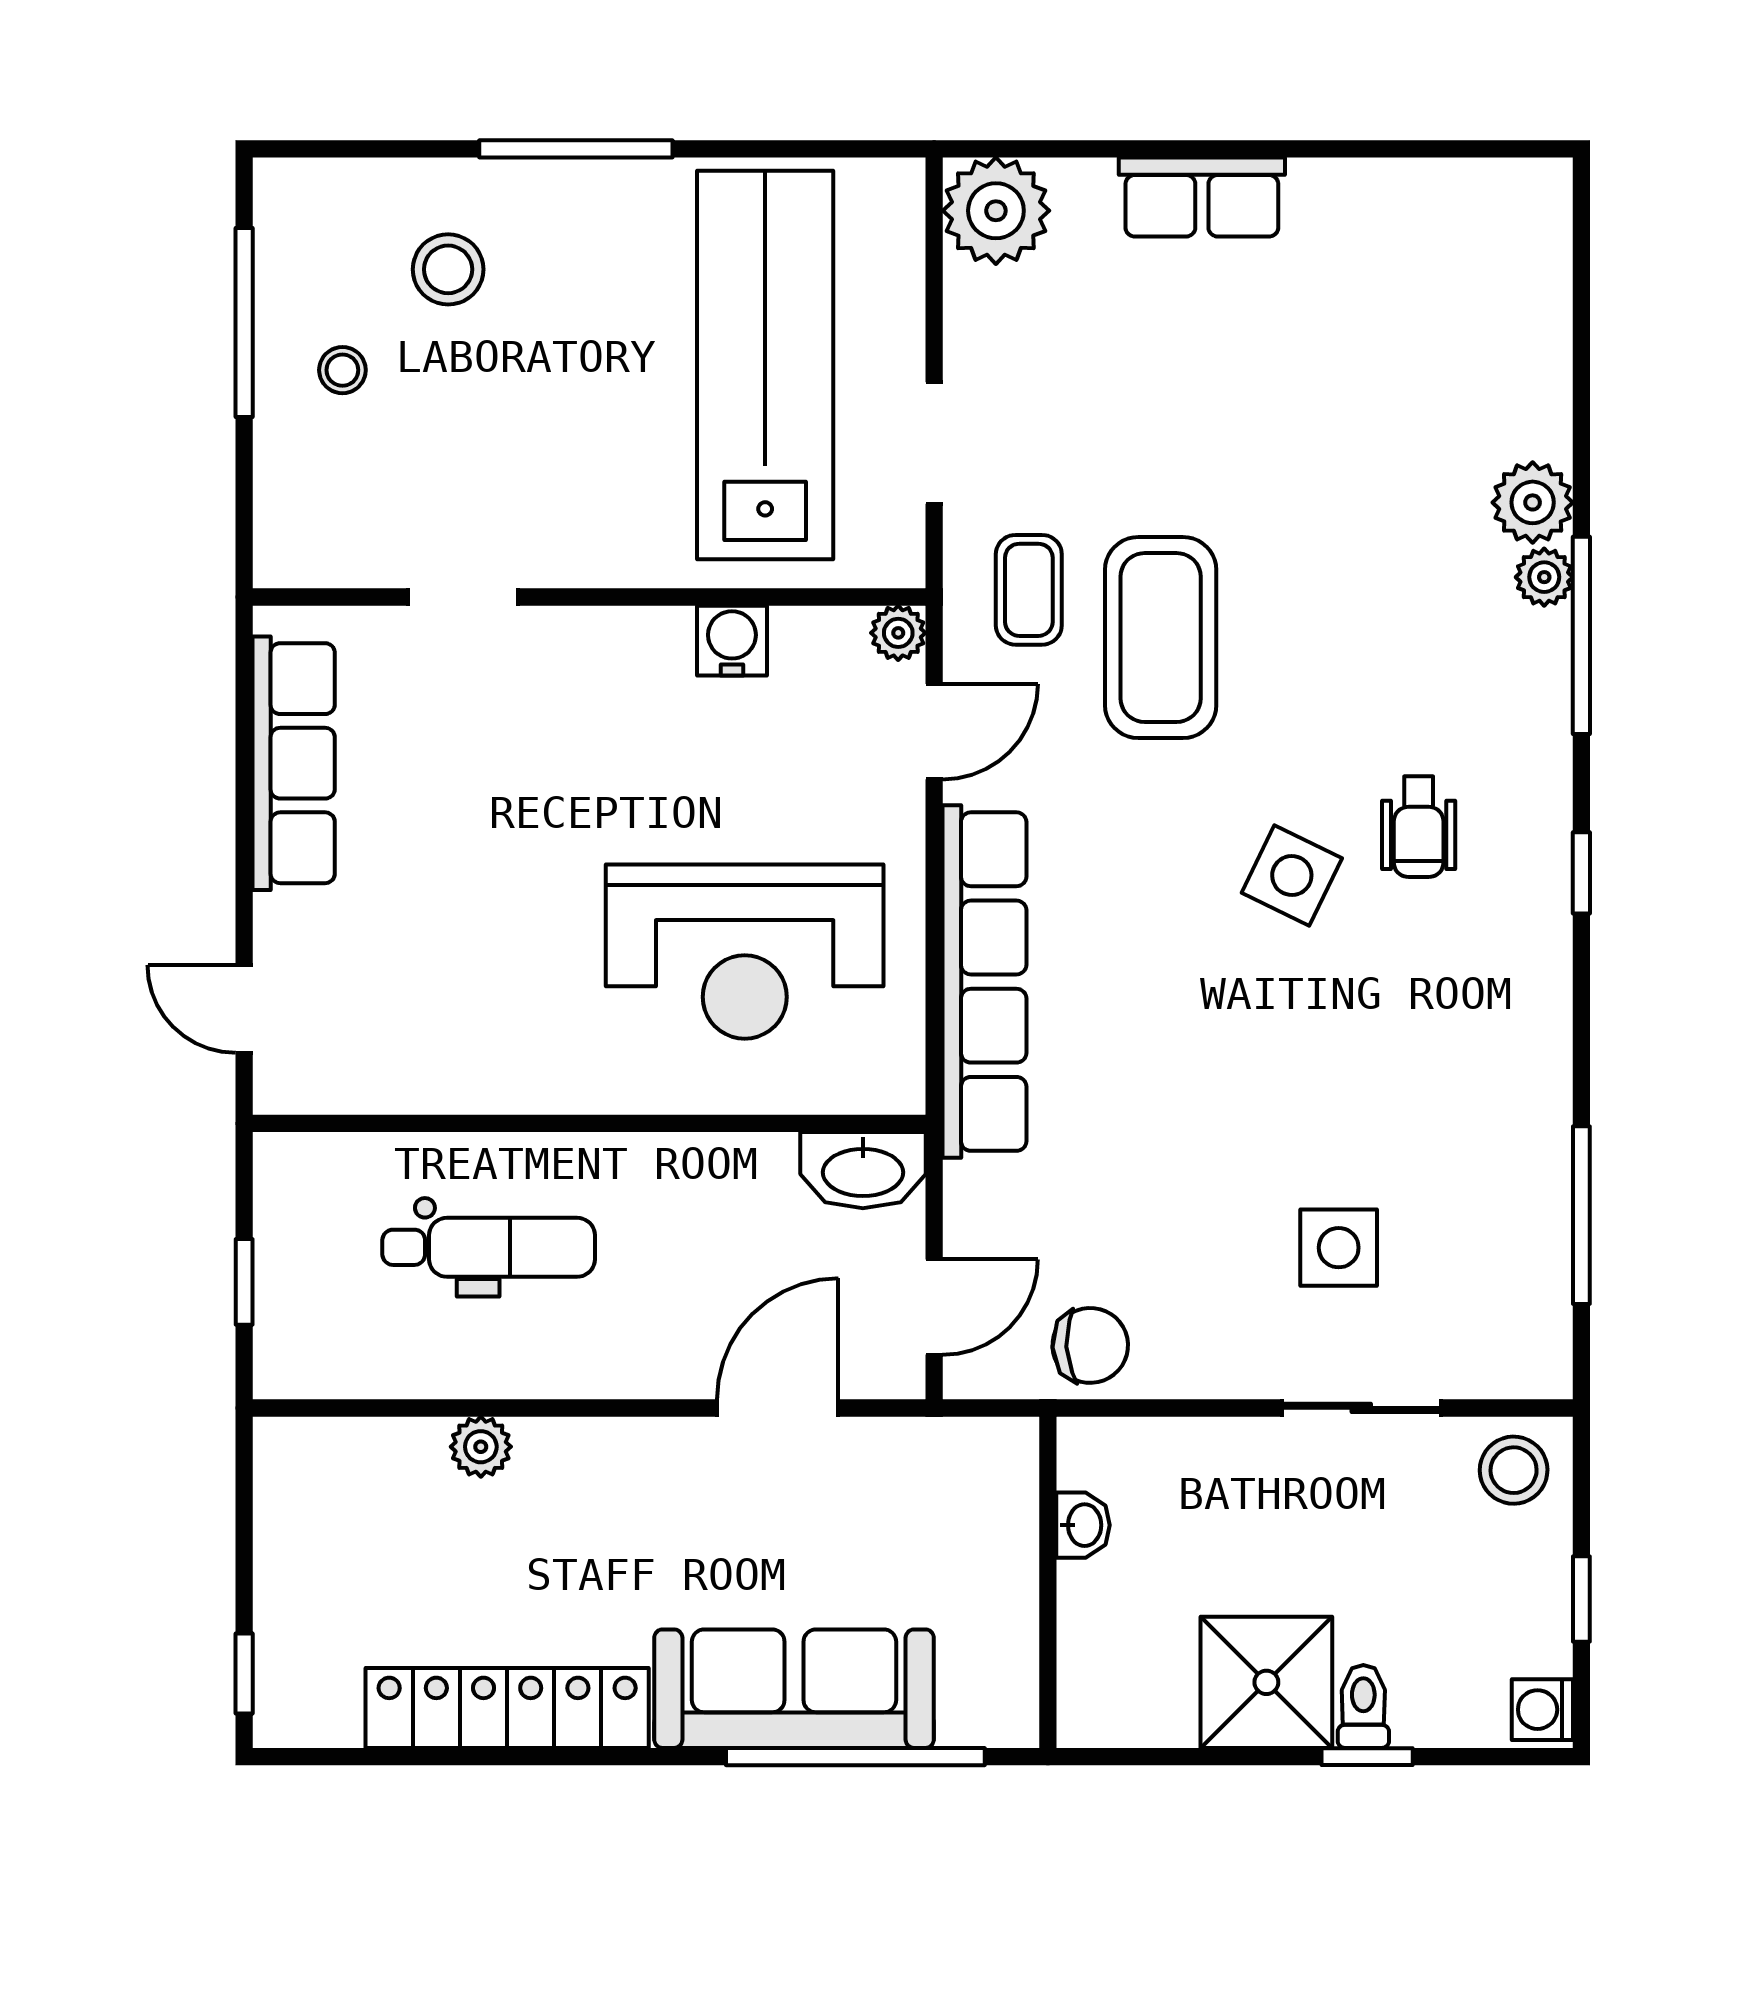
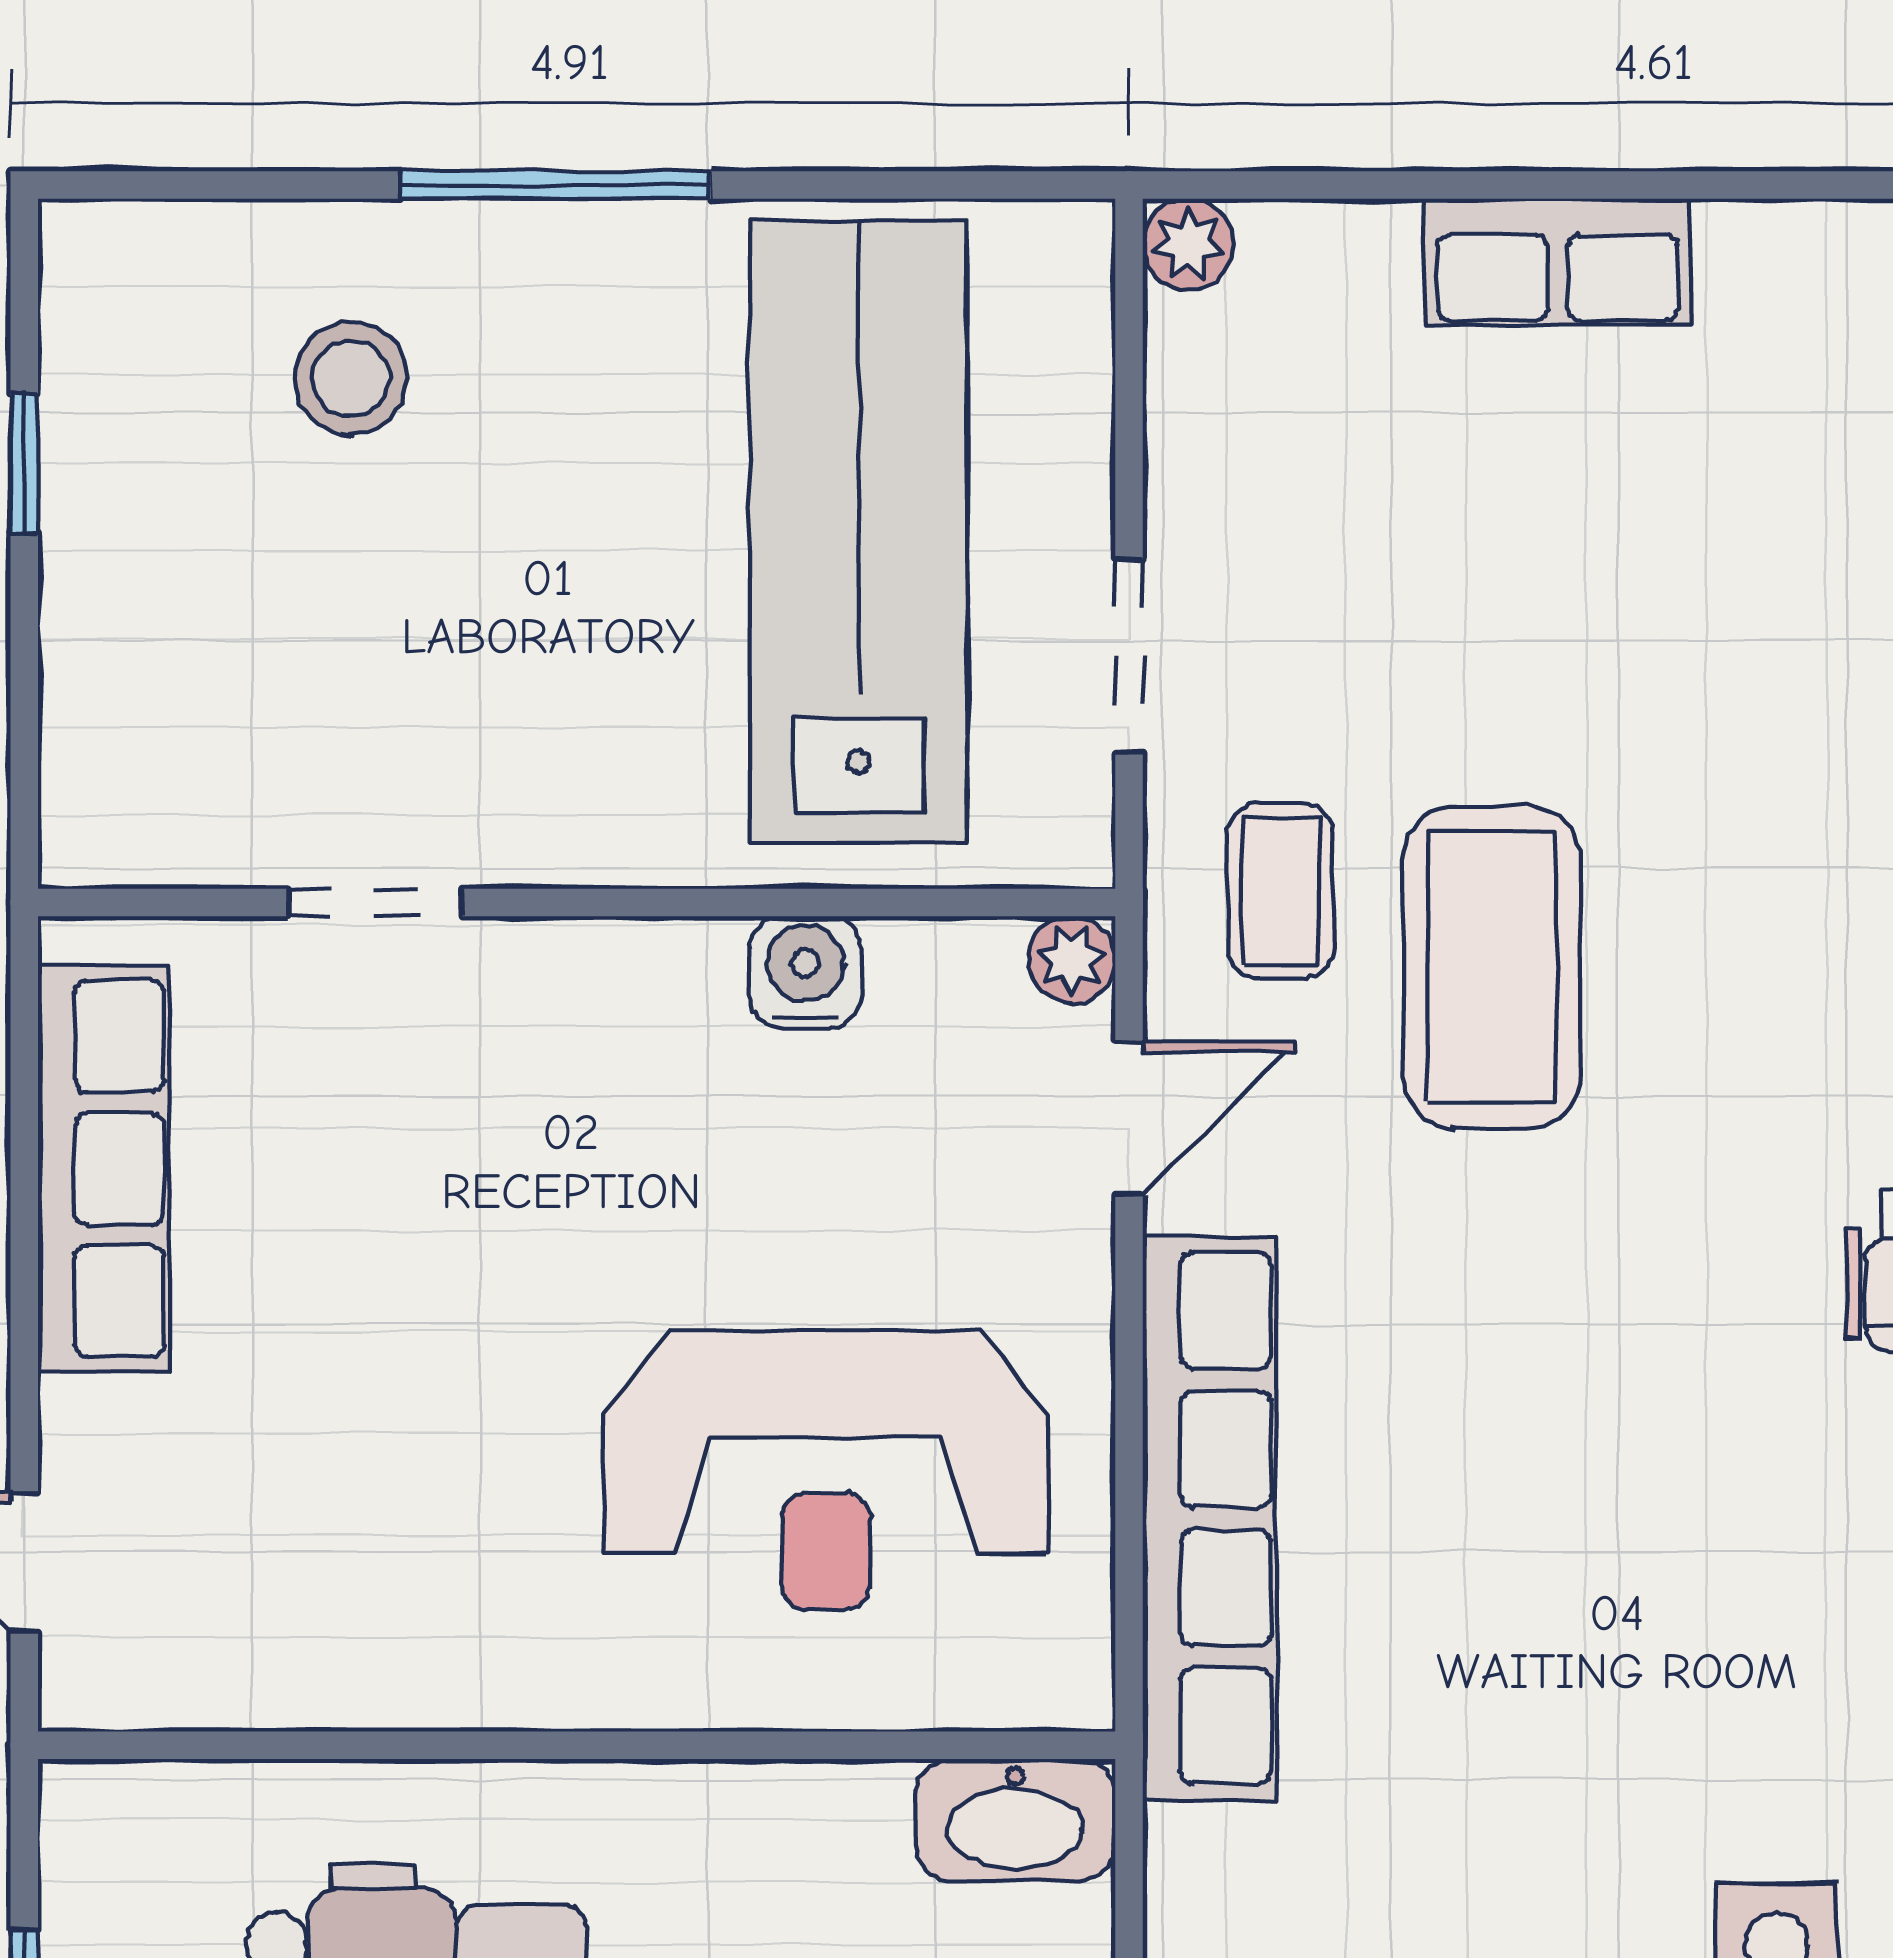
plant: (996, 211) -> (1188, 244), width x0.53, depth x0.53
window: (244, 323) -> (24, 463), width x0.46
stool: (342, 370) -> (182, 539), removed
side table: (1292, 875) -> (1702, 1348), removed

